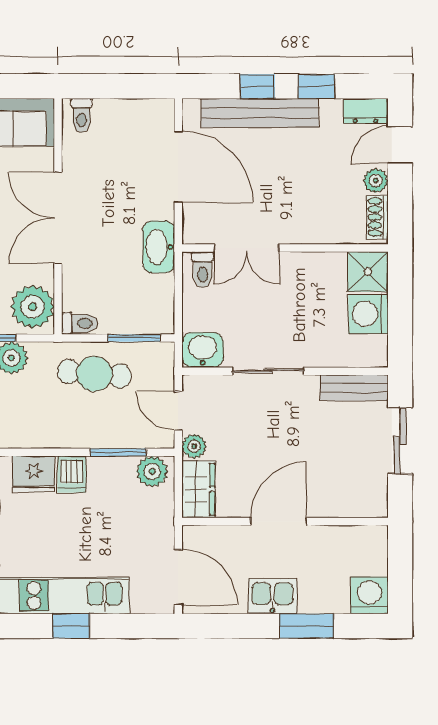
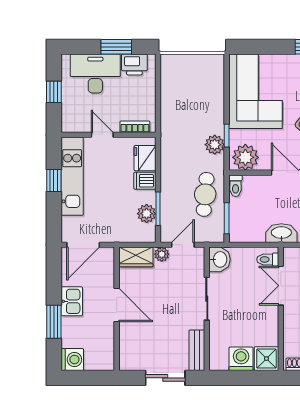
plant: (152, 472) -> (147, 214), moved

